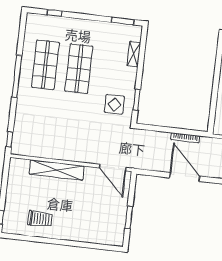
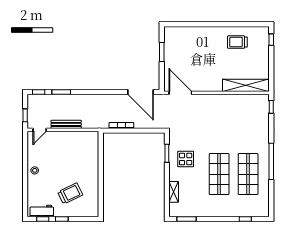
display table: (114, 104) -> (186, 159), moved
shelving: (57, 170) -> (246, 85), moved
door: (185, 177) -> (141, 92), moved

